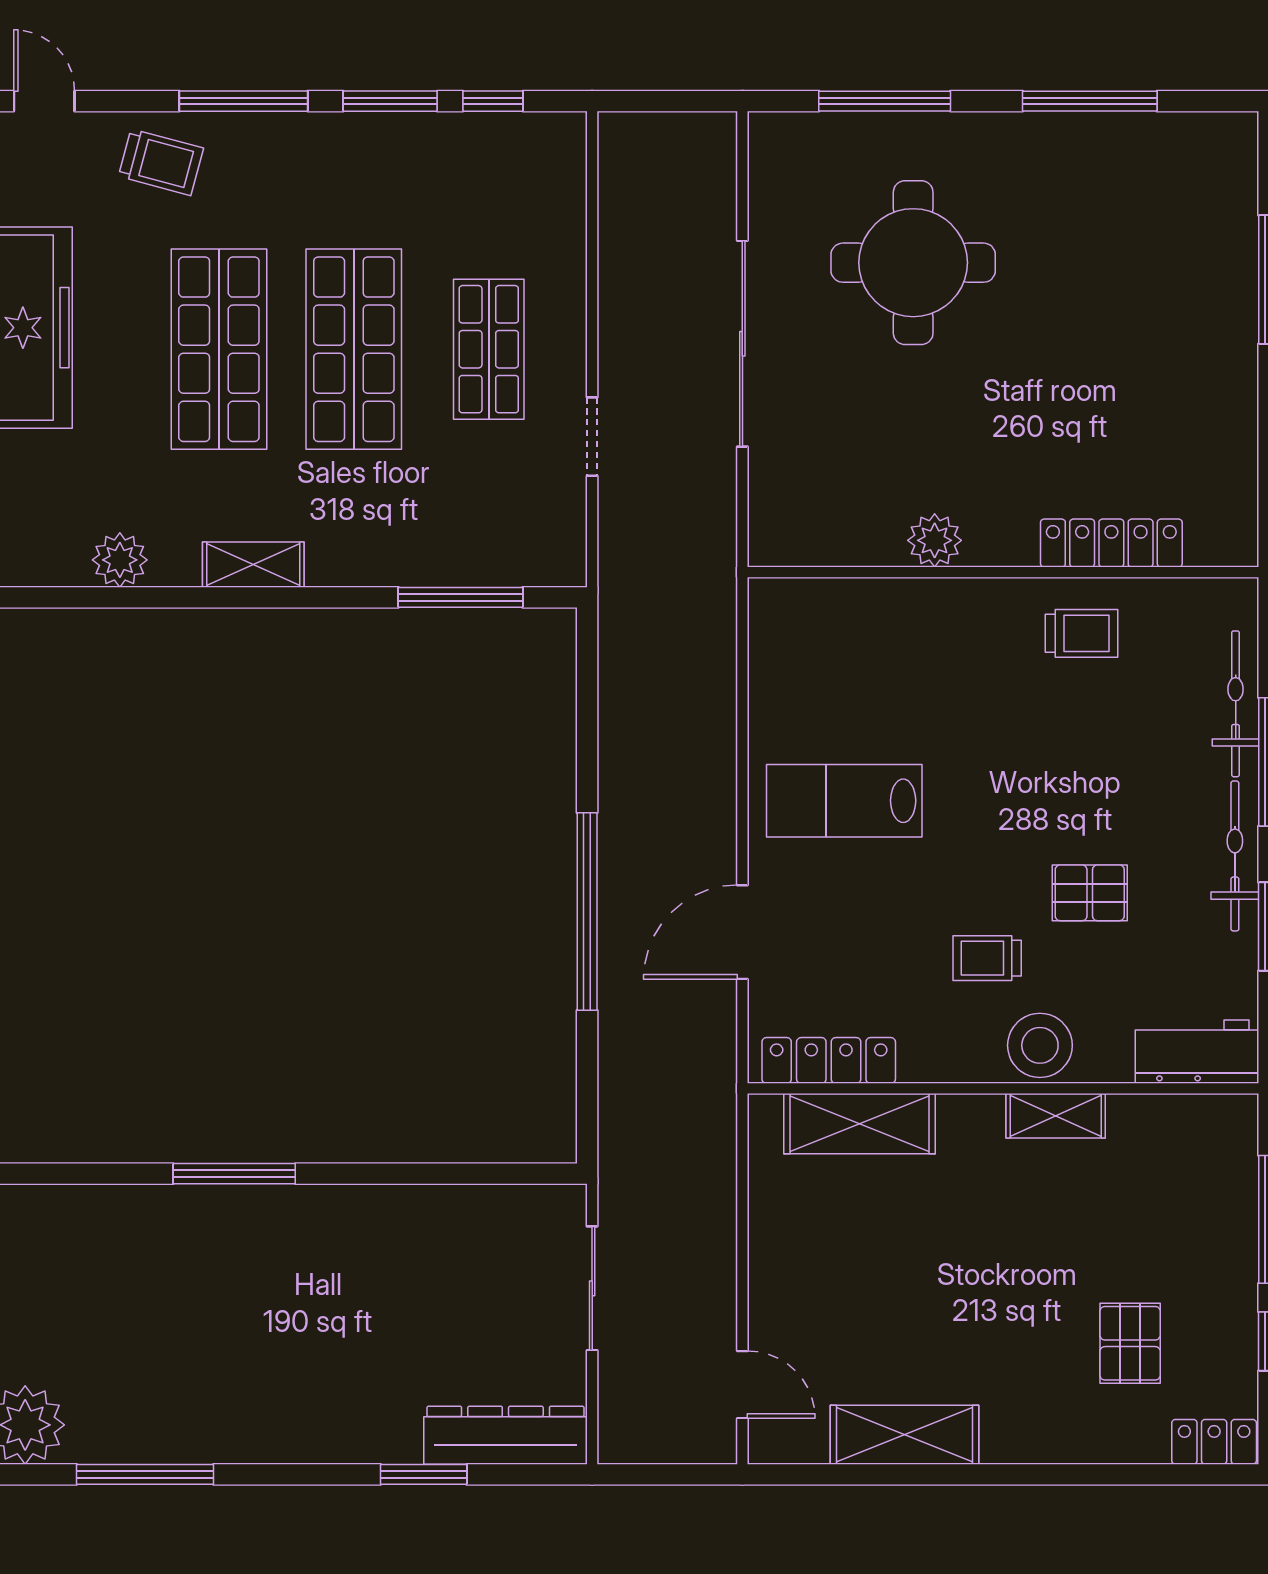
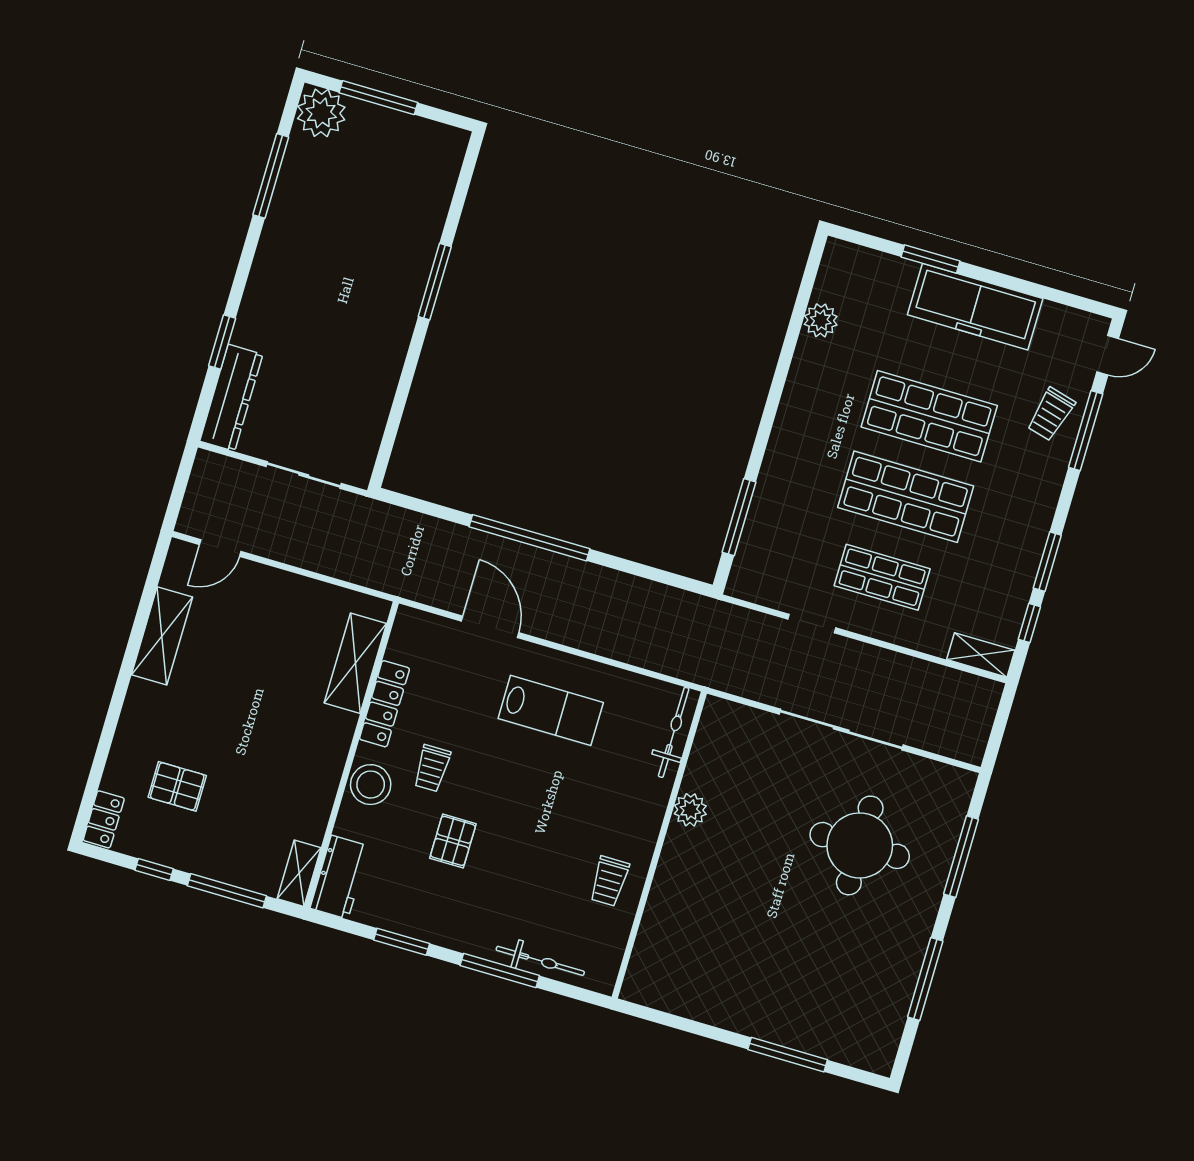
window: (243, 101) -> (1086, 431), moved
locker: (1111, 543) -> (658, 915), removed
shelving: (253, 565) -> (981, 655), moved, turned 90
lab bench: (844, 801) -> (551, 710), turned 90
bicycle: (1235, 856) -> (674, 732), moved, turned -90
trolley: (987, 958) -> (432, 768), turned 180
locker: (829, 1060) -> (384, 704), moved
shelving: (1056, 1116) -> (299, 873), moved

